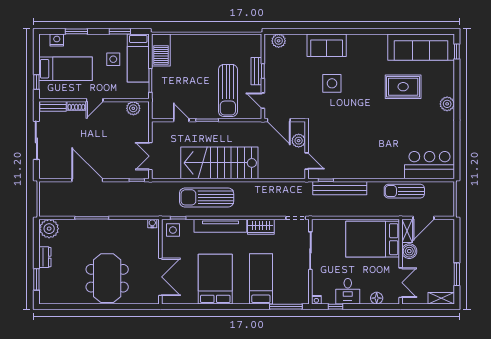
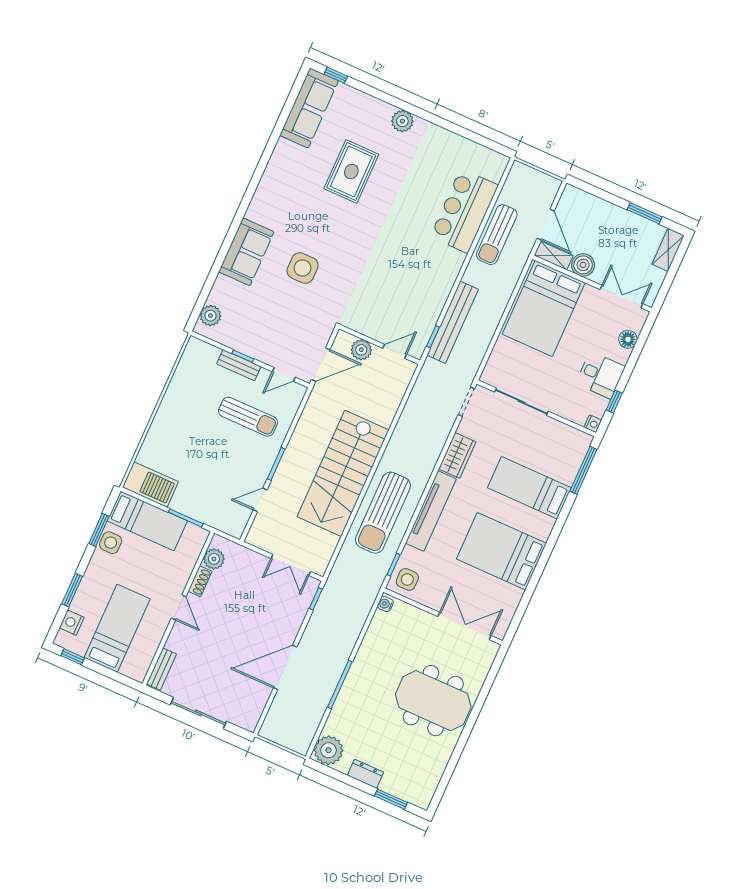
sofa: (421, 47) -> (309, 108), width x0.74, depth x0.79
side table: (113, 59) -> (111, 543), moved
window: (36, 82) -> (73, 657), moved
sun lounger: (228, 91) -> (248, 417), width x0.73, depth x0.75
shoe rack: (76, 106) -> (200, 581), moved
bar counter: (430, 165) -> (464, 211), moved

